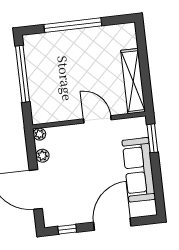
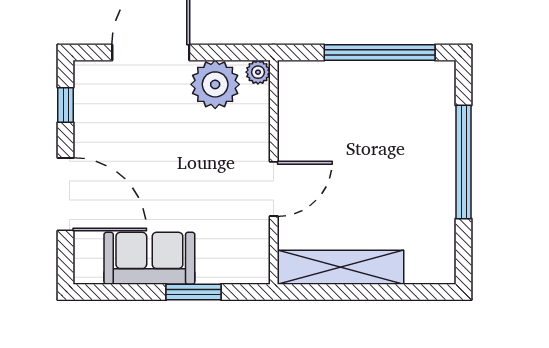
window: (152, 138) -> (194, 292), moved
plant: (42, 156) -> (215, 84), width x1.88, depth x1.88
sofa: (139, 170) -> (149, 258), width x0.73

